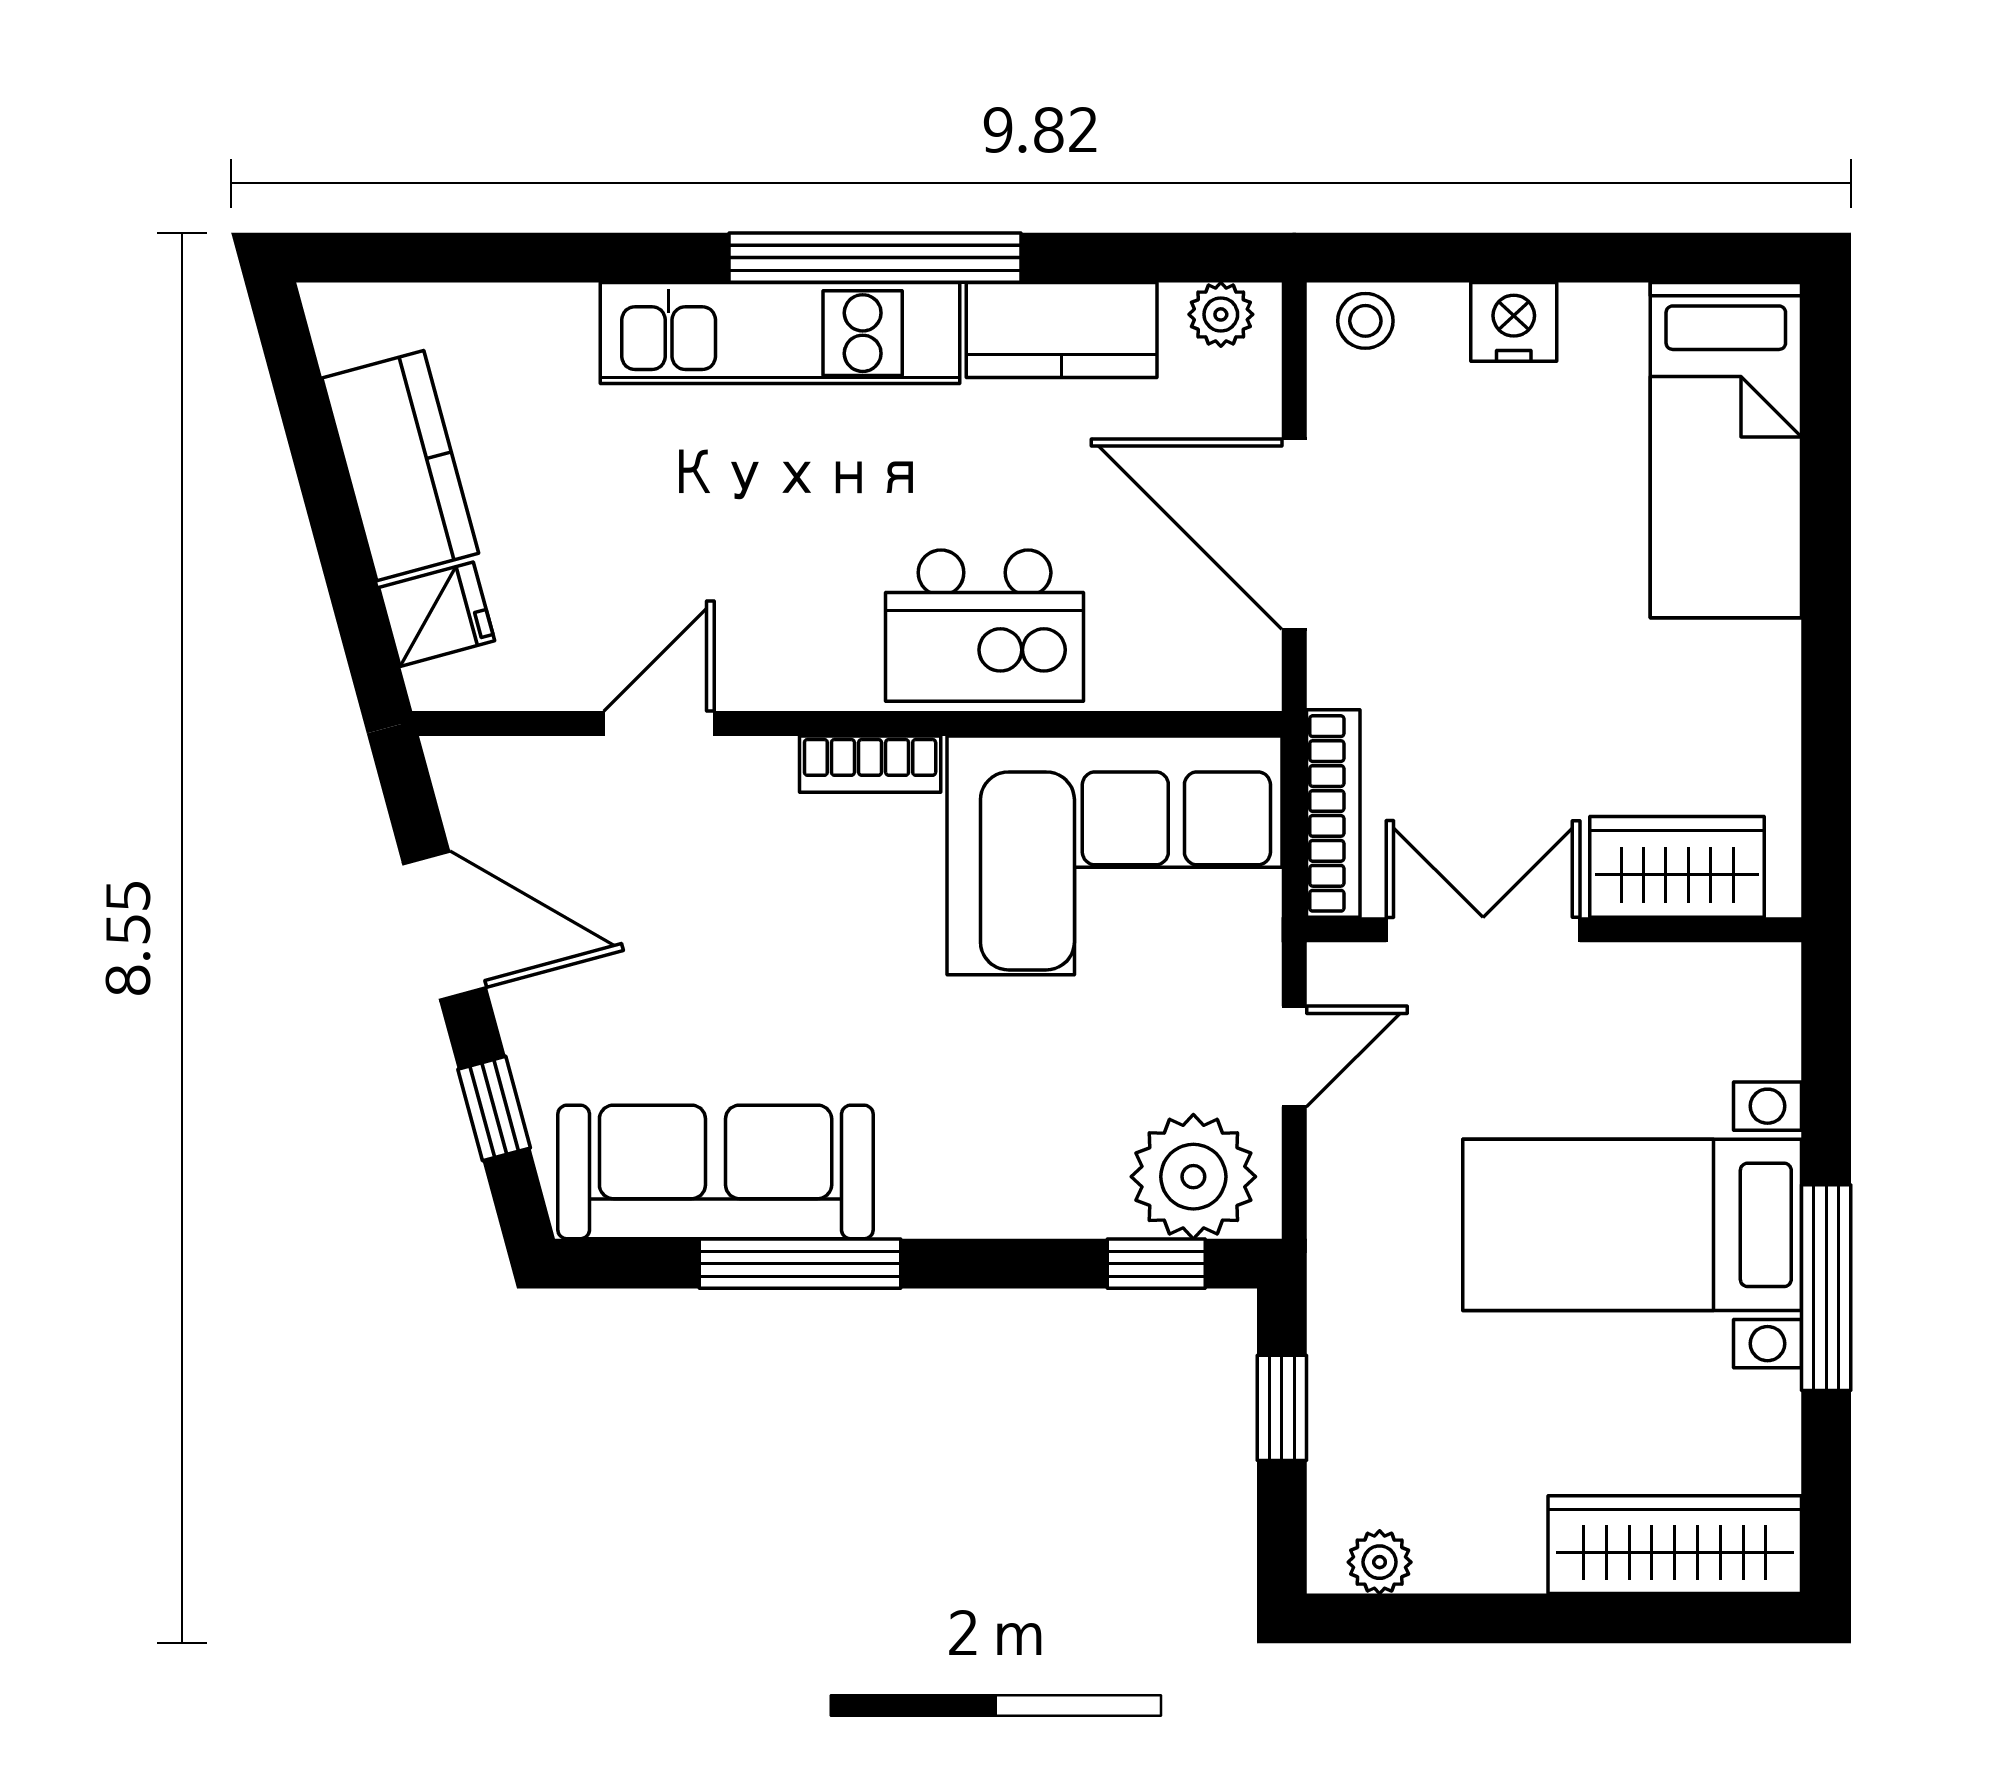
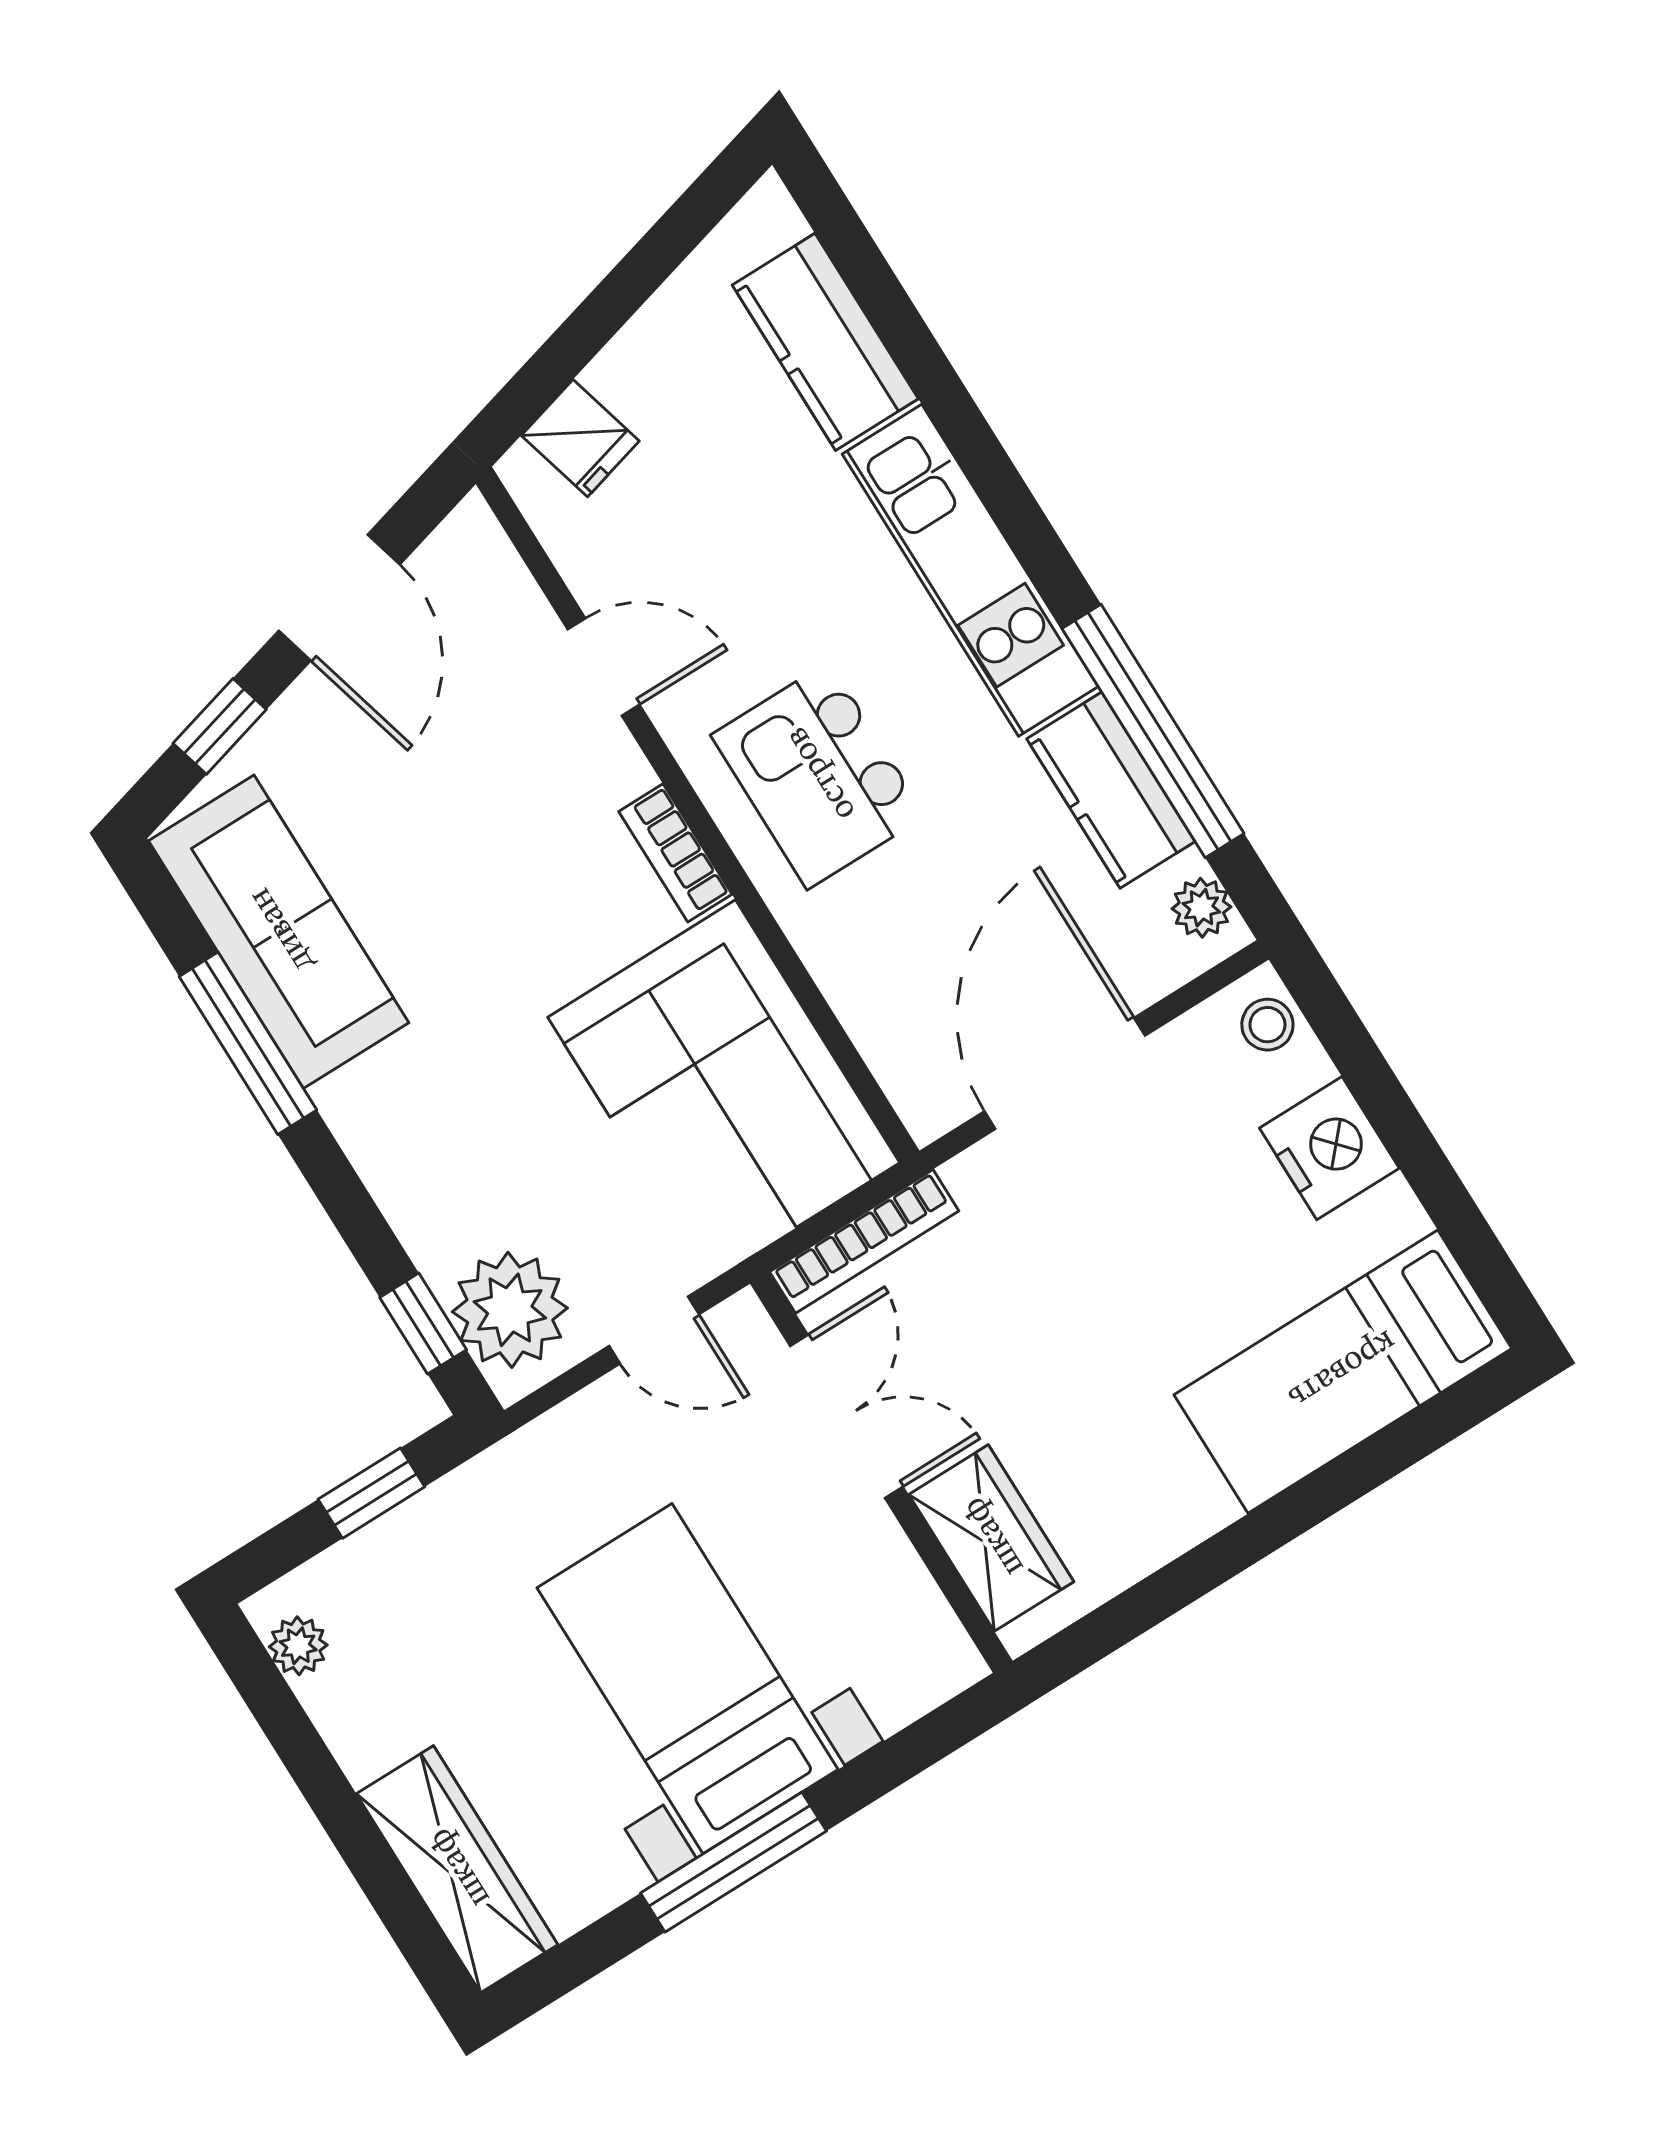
window: (875, 258) -> (1153, 731), moved
nightstand: (1514, 322) -> (1329, 1148), width x1.36, depth x1.33
kitchen counter: (400, 466) -> (825, 342), moved, turned 105
kitchen island: (985, 626) -> (818, 775), moved

